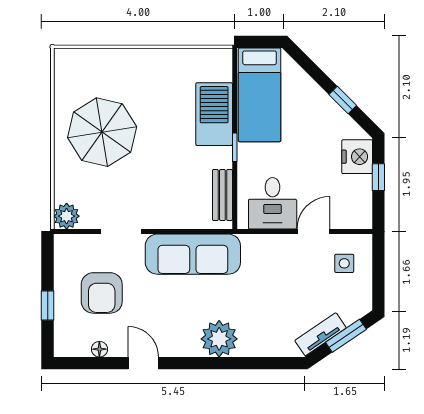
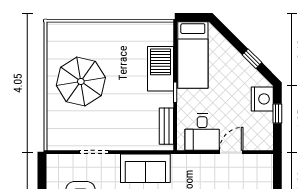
plant: (67, 216) -> (56, 141), removed
sofa: (193, 254) -> (145, 168), width x0.73
side table: (344, 263) -> (253, 175), removed

